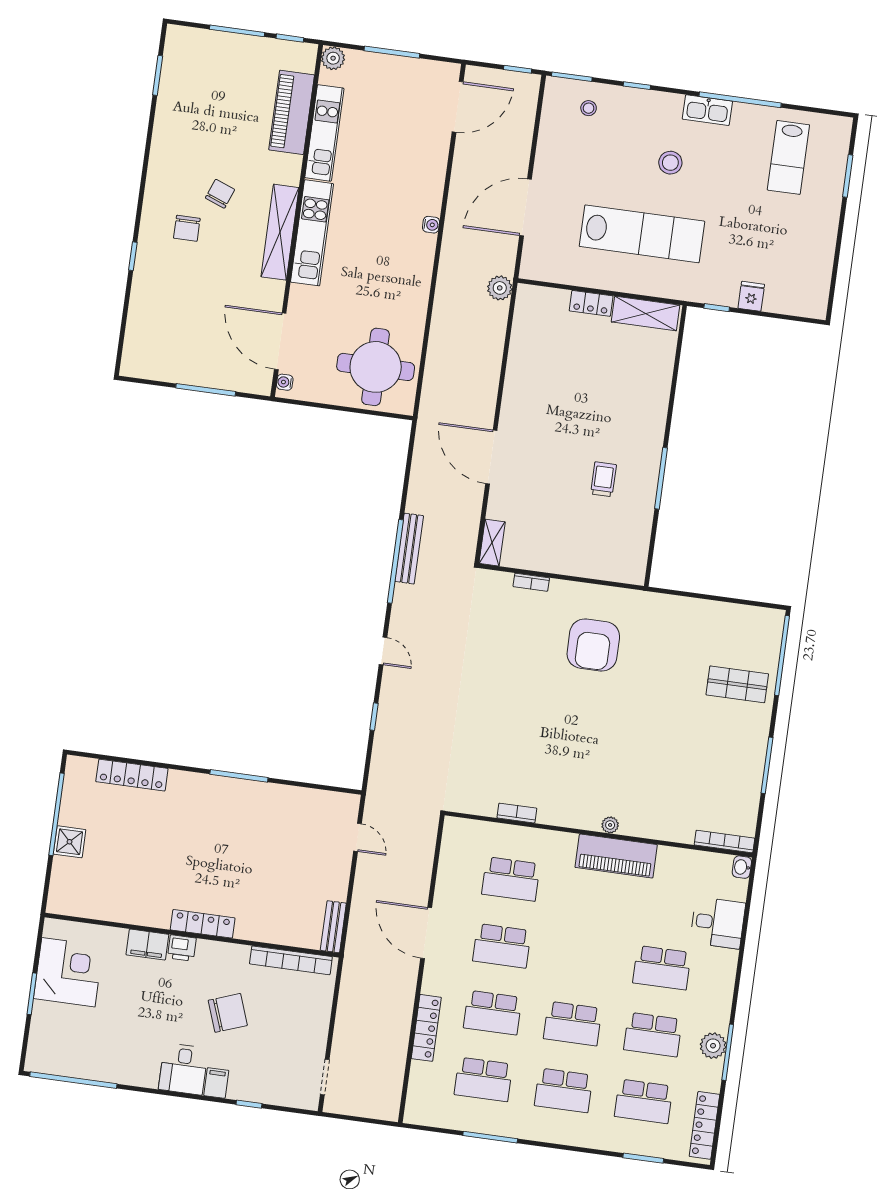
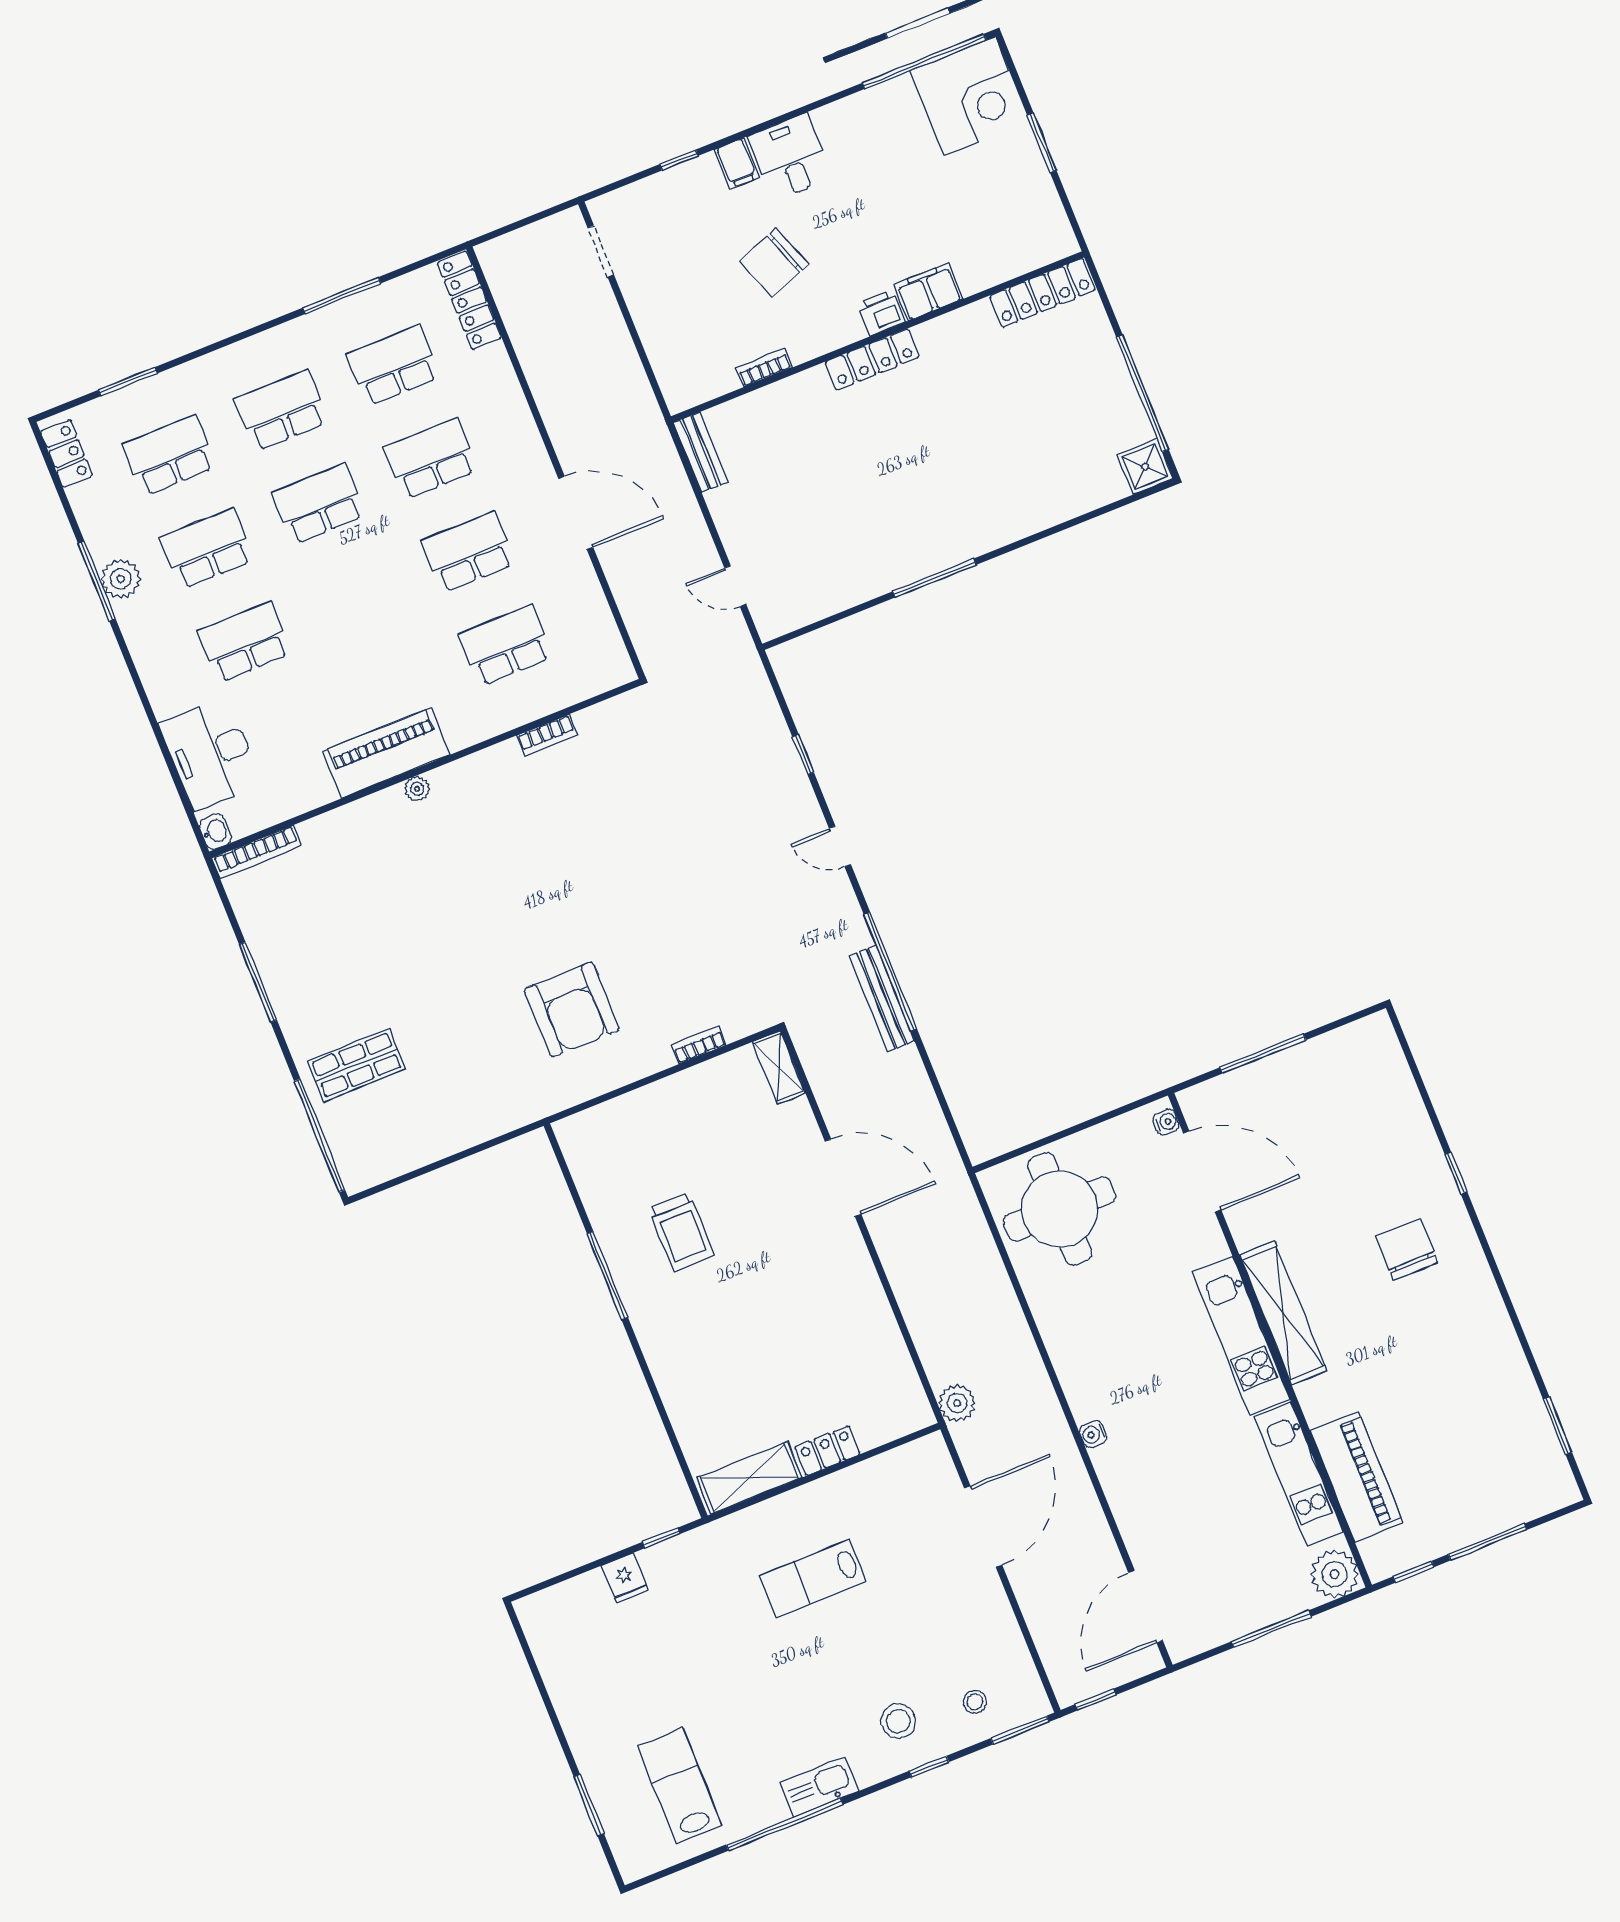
plant: (333, 58) -> (1335, 1574), width x1.36, depth x1.36
stool: (670, 163) -> (898, 1721), moved
chair: (220, 194) -> (1389, 1318), removed
chair: (187, 228) -> (1407, 1249), width x1.37, depth x1.37
lab bench: (642, 234) -> (813, 1578), width x0.54, depth x0.72
trolley: (603, 479) -> (681, 1232), width x1.36, depth x1.39
armchair: (593, 645) -> (572, 1010), turned 180
locker: (132, 775) -> (1042, 293), moved, turned 180
shower: (70, 842) -> (1145, 467), moved
desk: (718, 923) -> (210, 754), width x1.37
bookcase: (291, 960) -> (764, 368), width x0.43, depth x0.76
corner desk: (68, 972) -> (970, 96), moved, turned -90
locker: (426, 1028) -> (469, 300), moved
locker: (704, 1125) -> (67, 453), width x0.66

